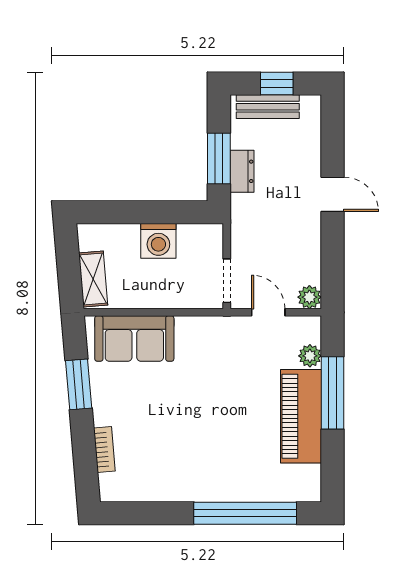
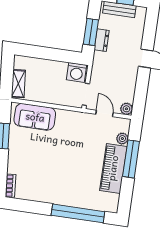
washing machine: (158, 241) -> (77, 72), moved
bookcase: (104, 449) -> (11, 186), moved

